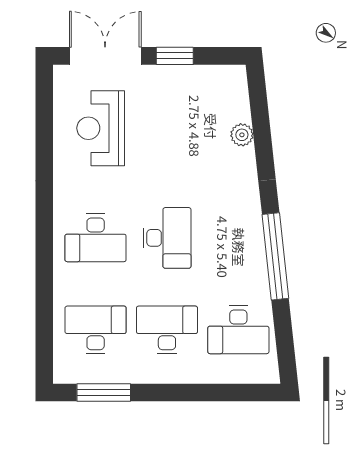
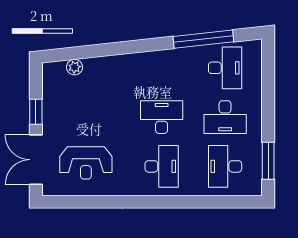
plant: (242, 135) -> (75, 67), moved
window: (275, 256) -> (203, 39), moved
desk: (167, 330) -> (225, 117), turned -90

